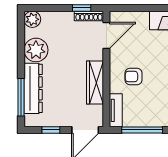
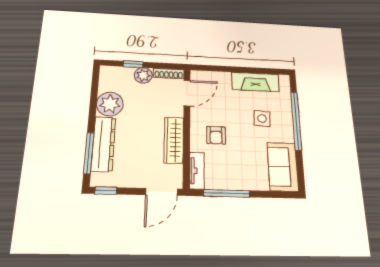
window: (82, 8) -> (133, 64), moved
plant: (32, 19) -> (143, 75), moved
armchair: (133, 76) -> (216, 135), turned -90
window: (51, 130) -> (106, 191), moved

